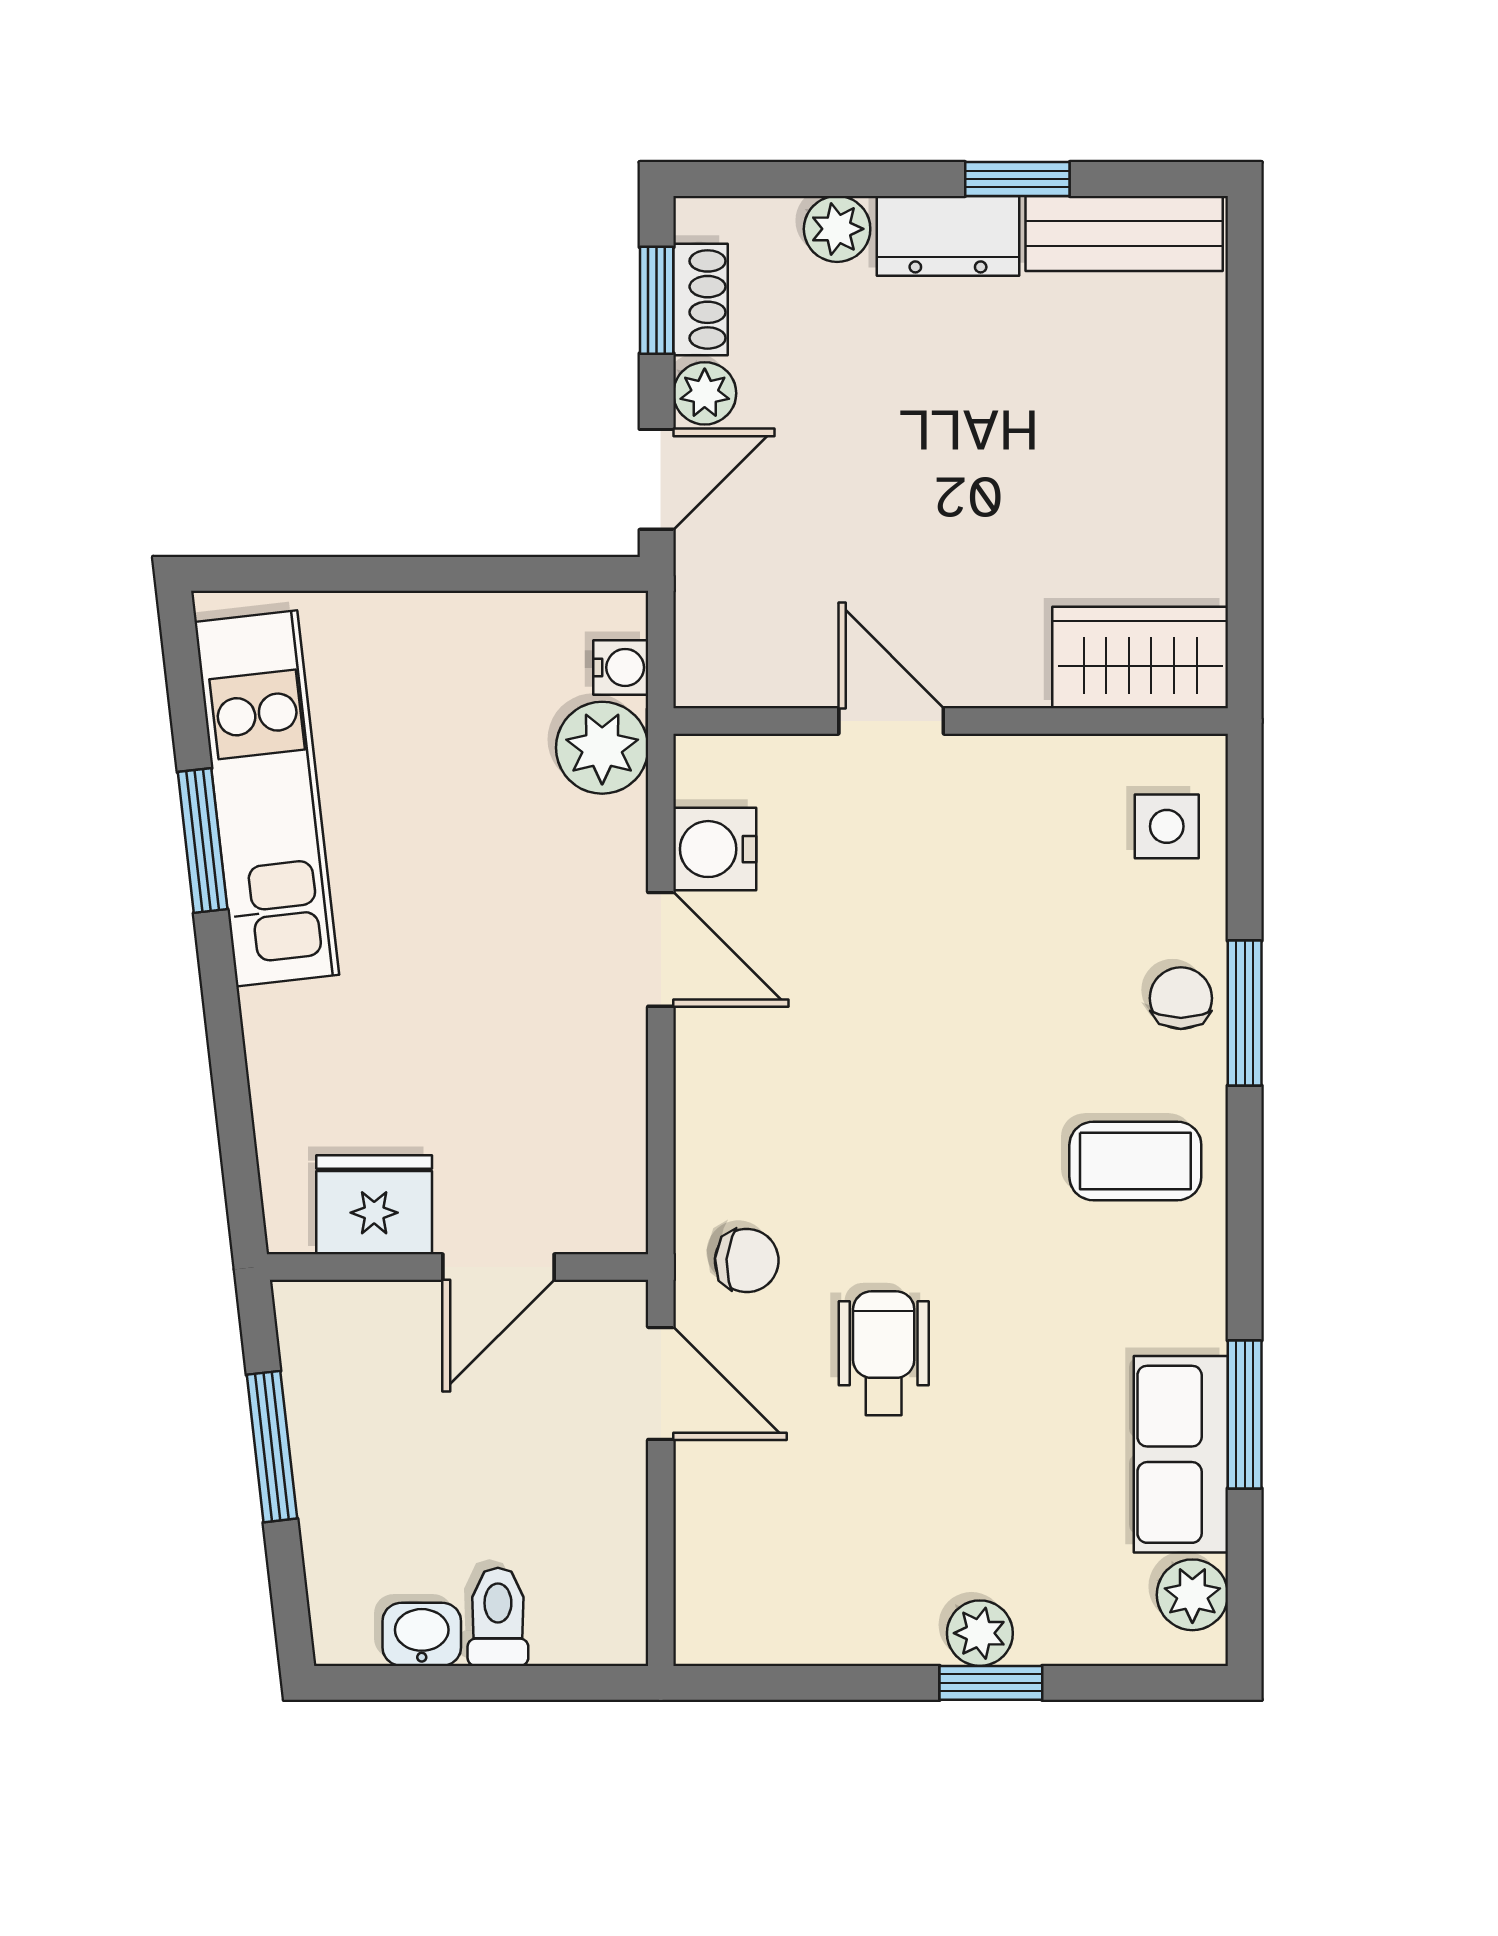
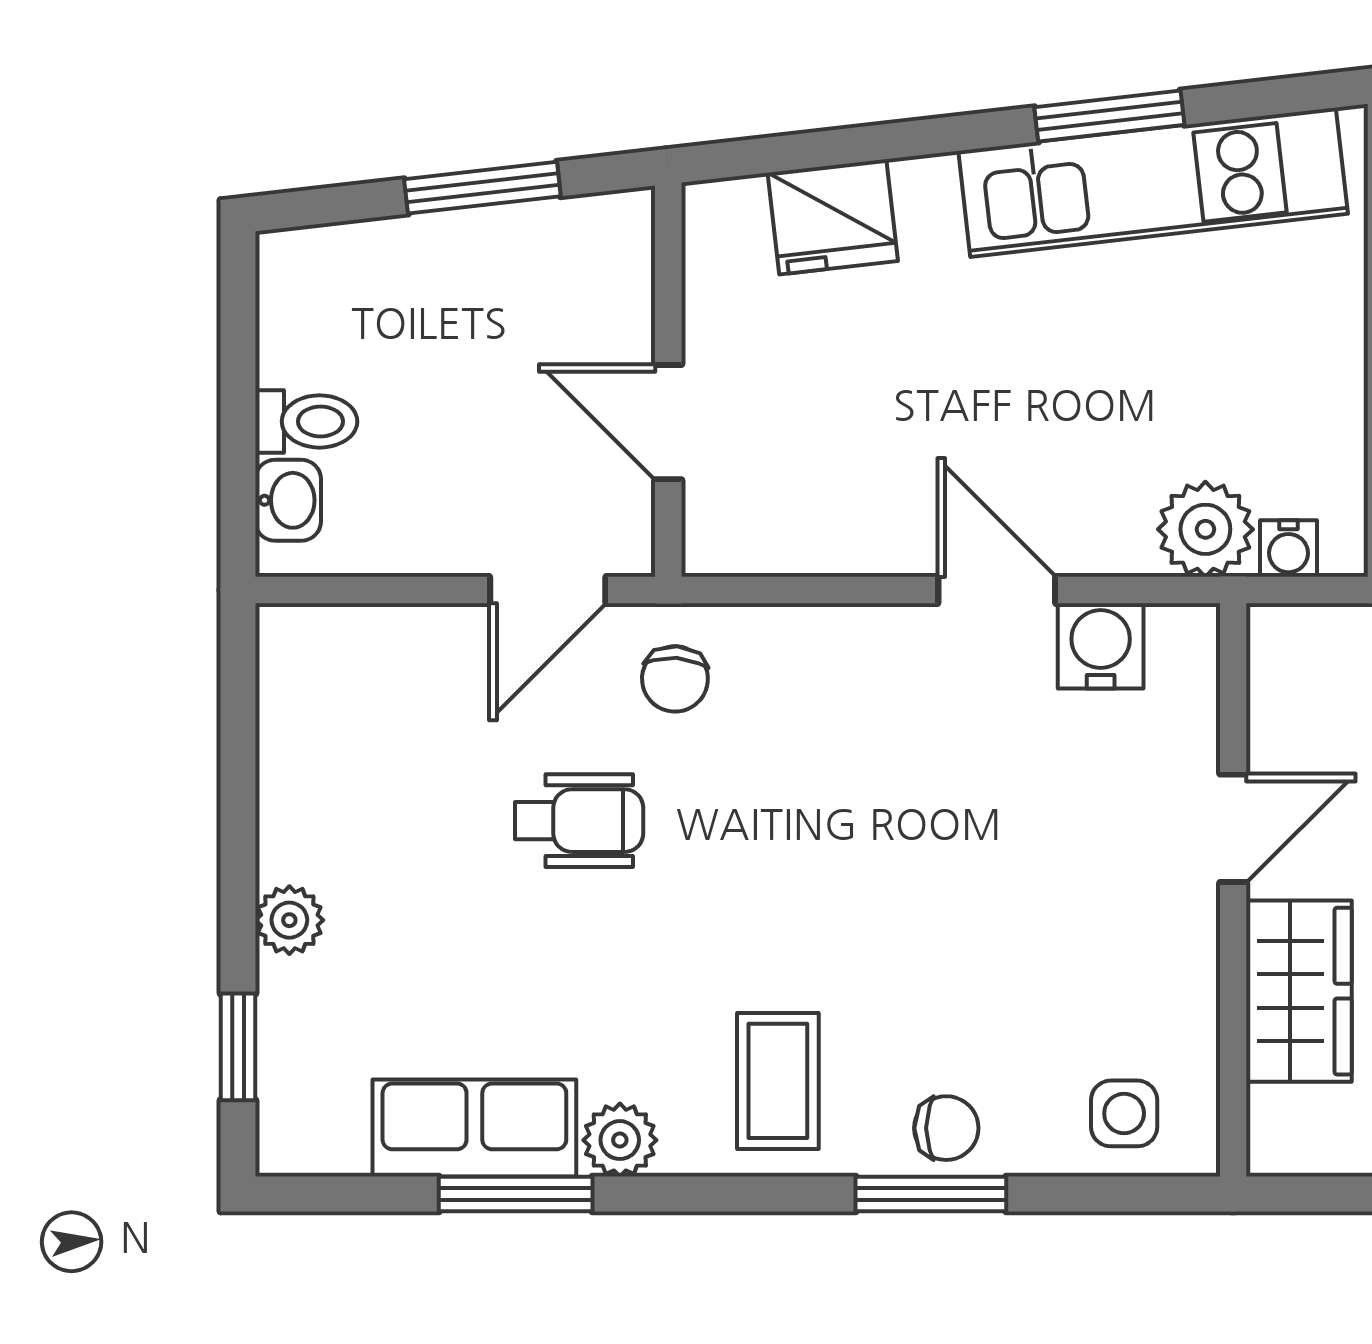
wardrobe: (1140, 657) -> (1299, 991), moved
door: (661, 949) -> (997, 590), swing flipped
fridge: (374, 1205) -> (833, 217), moved, turned 83
plant: (1192, 1595) -> (620, 1140), moved
washbasin: (422, 1634) -> (288, 500), moved
window: (991, 1683) -> (238, 1047), moved

